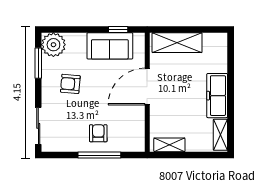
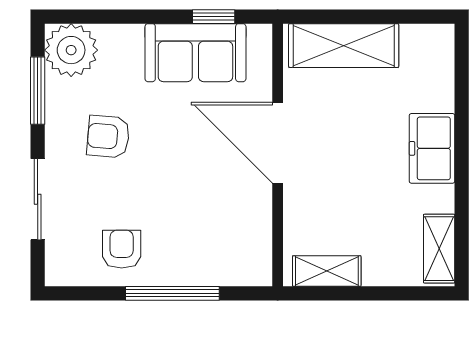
door: (147, 87) -> (278, 143), hinge flipped
freezer: (217, 96) -> (432, 148), width x0.71
sliding door: (38, 126) -> (38, 199), moved
armchair: (98, 133) -> (122, 249), moved

